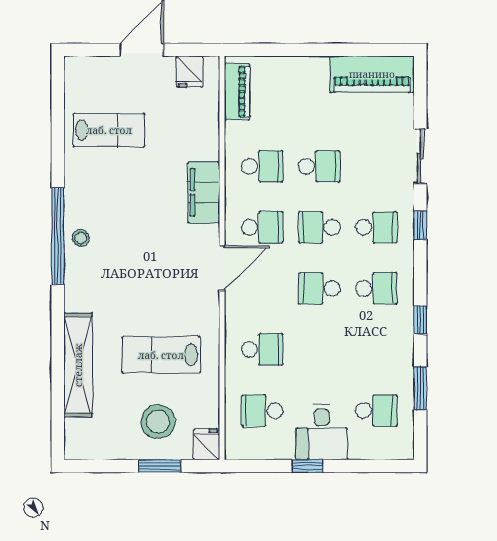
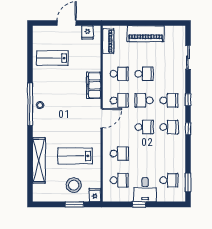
piano: (372, 74) -> (146, 34), moved
lab bench: (109, 130) -> (52, 58), turned 180
sliding door: (420, 156) -> (188, 57), moved
school desk: (319, 288) -> (144, 127), turned 180
window: (420, 320) -> (188, 129), moved
window: (420, 388) -> (188, 182), moved
school desk: (262, 411) -> (119, 180), turned 180

